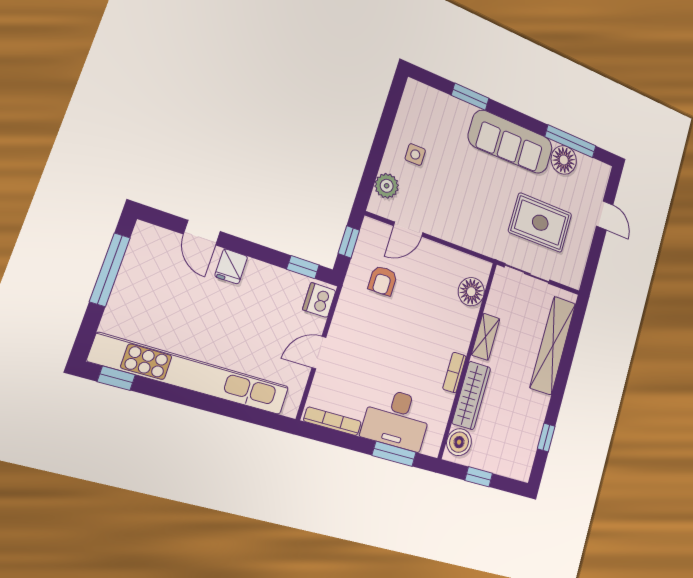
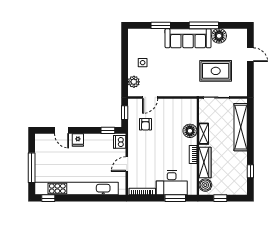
window: (570, 141) -> (204, 25), moved
window: (110, 270) -> (32, 168), moved
floor lamp: (471, 292) -> (190, 131), moved

